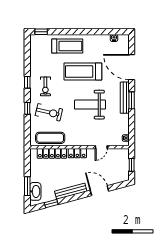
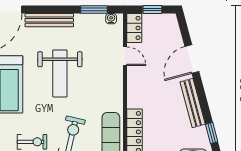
window: (132, 100) -> (94, 10), moved
locker: (77, 153) -> (134, 28), moved

